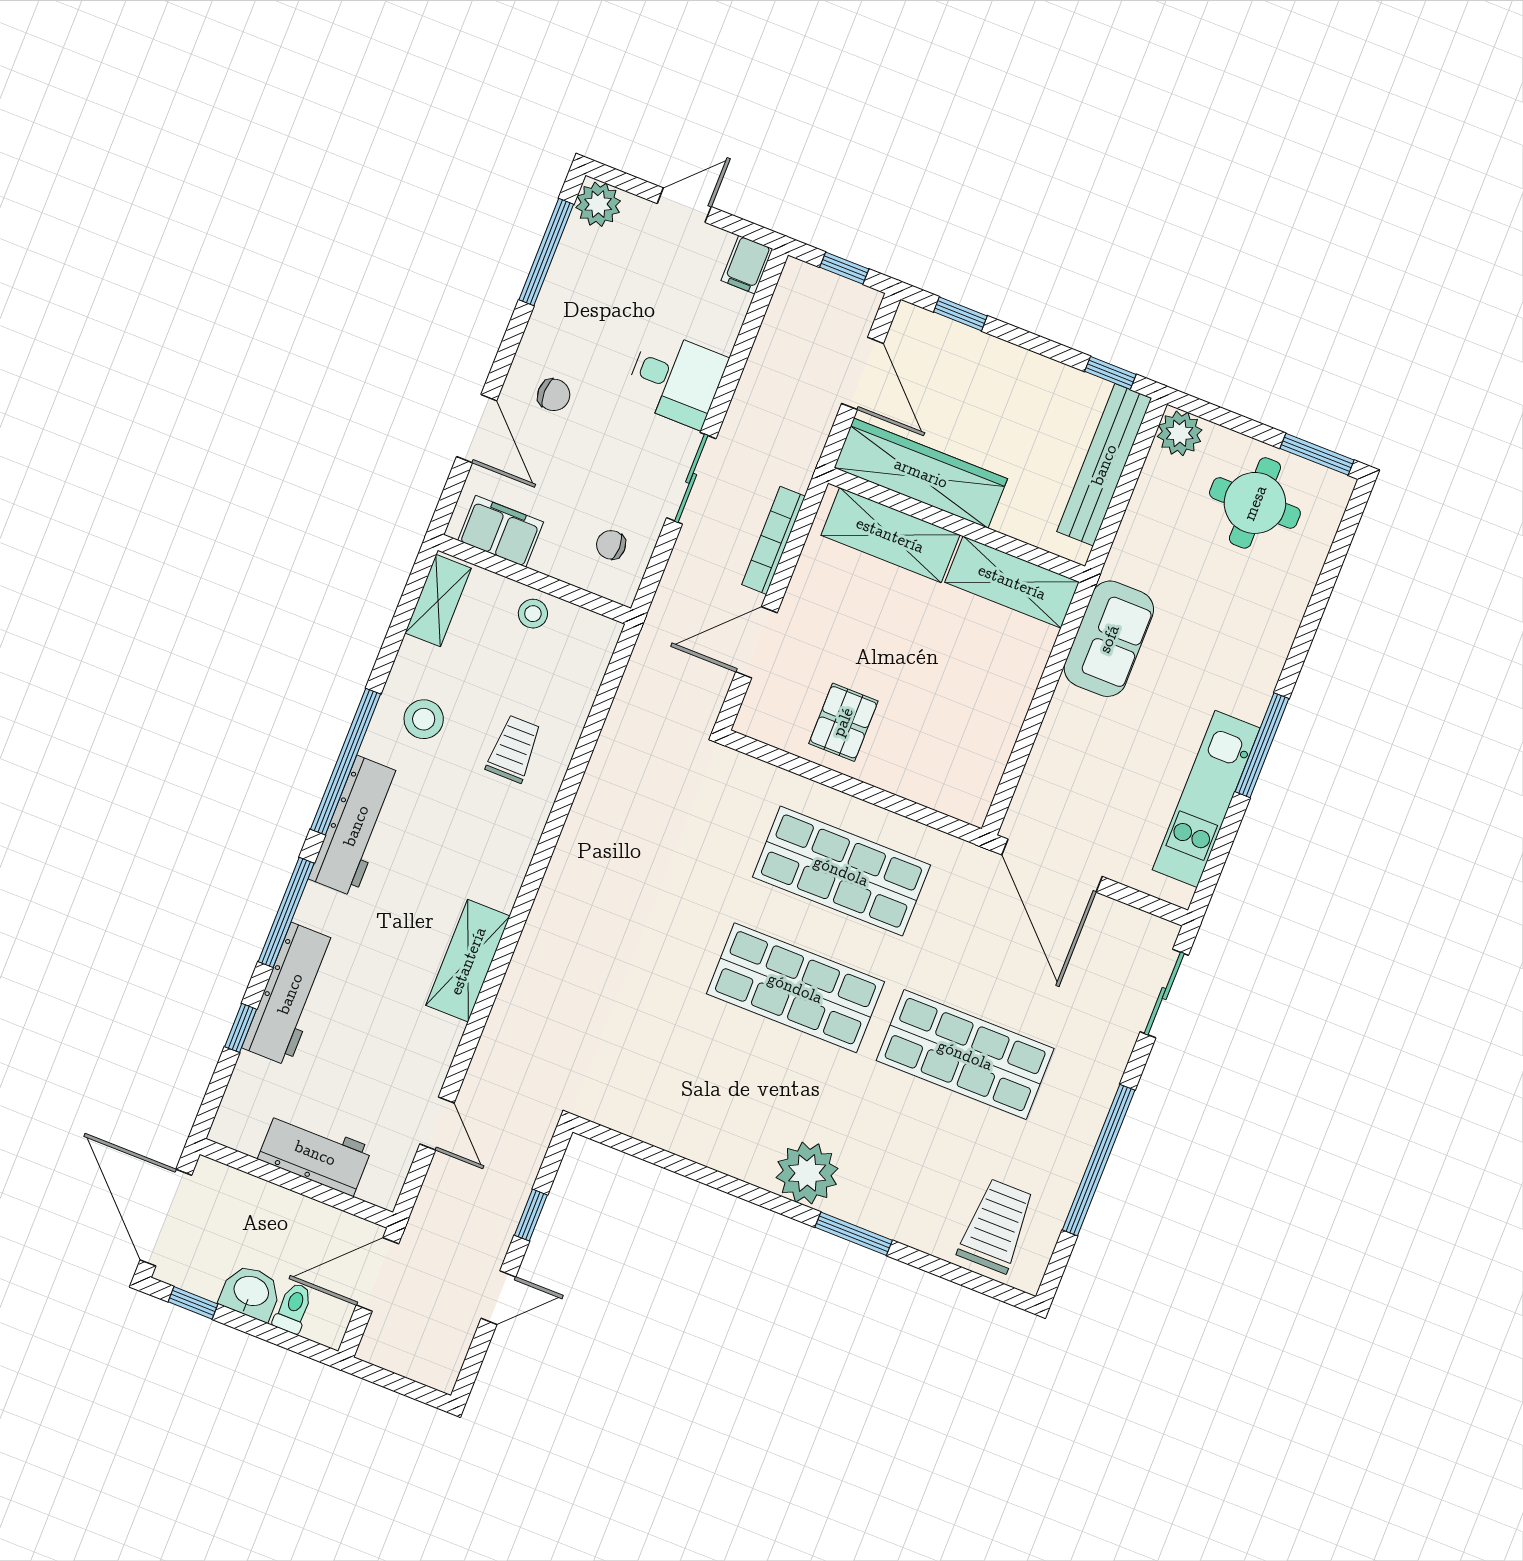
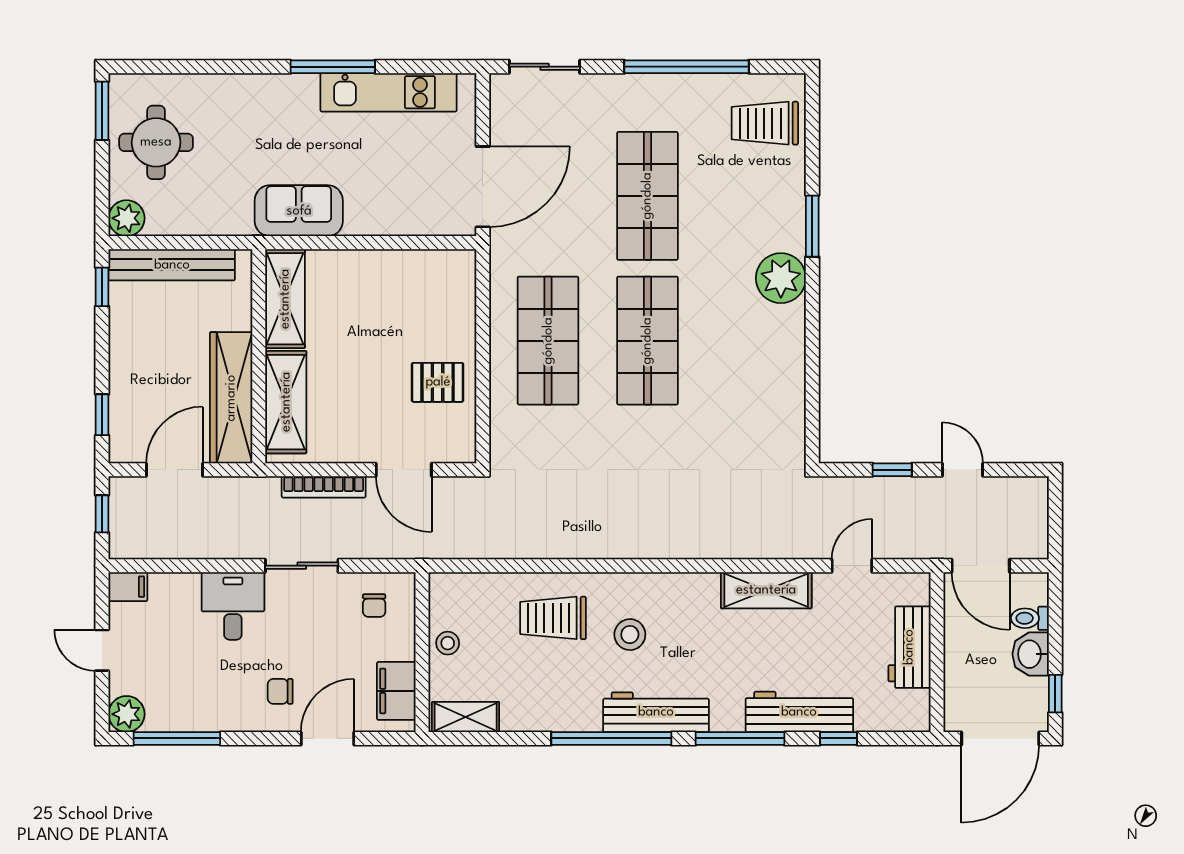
chair: (554, 395) -> (280, 691), turned -90
stool: (424, 719) -> (630, 635), moved
trolley: (514, 749) -> (553, 618), width x1.36, depth x1.39
shelving: (468, 961) -> (766, 590), moved

